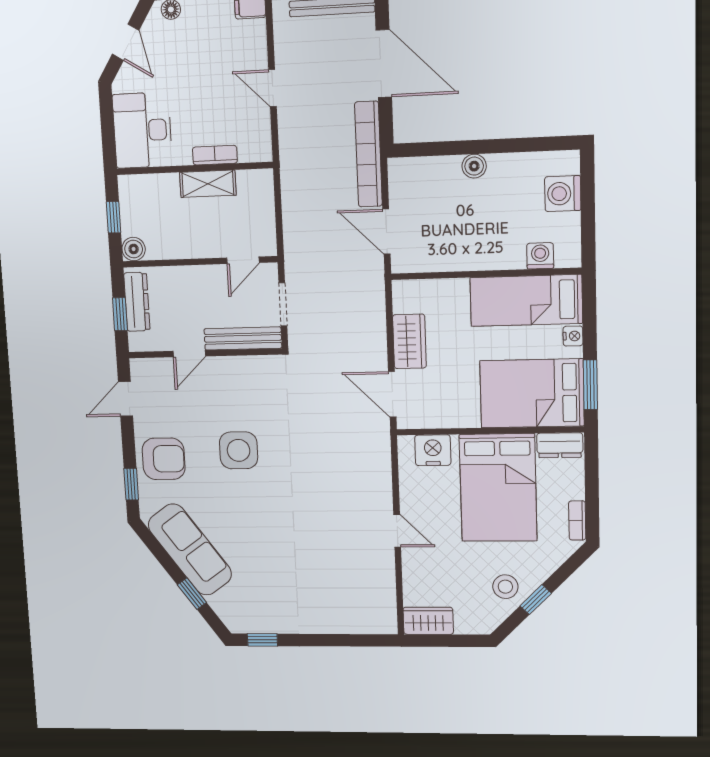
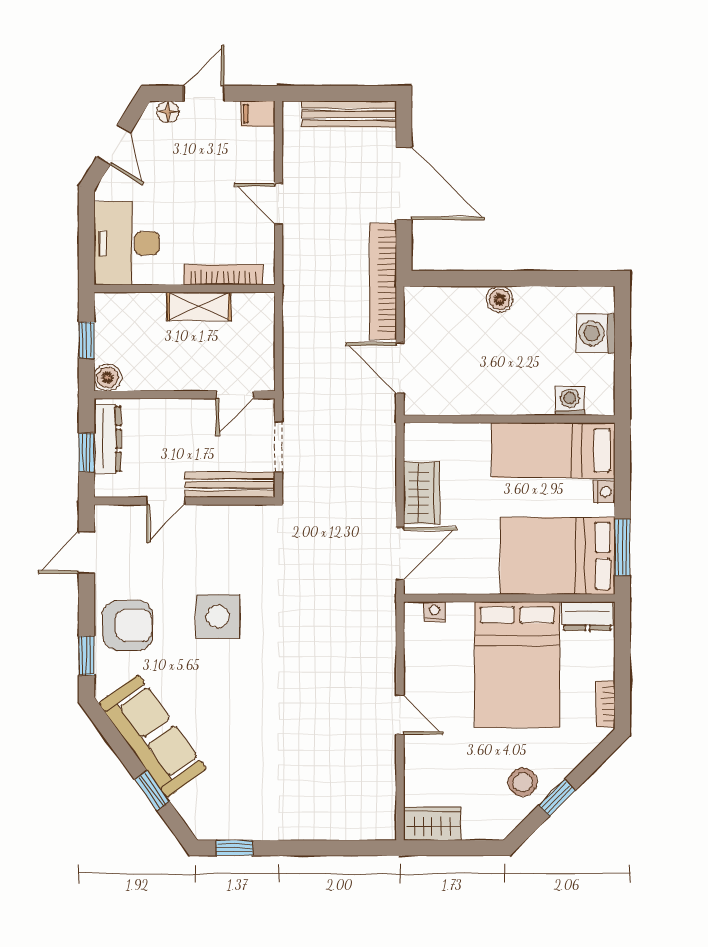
bookcase: (215, 155) -> (223, 275), width x1.56
door: (392, 394) -> (400, 554), swing flipped
nightstand: (433, 450) -> (435, 612), width x0.53, depth x0.56

